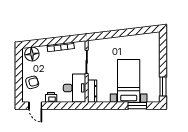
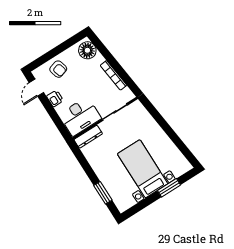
bed with nightstands: (129, 81) -> (143, 169), moved, turned -90
window: (163, 86) -> (169, 188), moved

